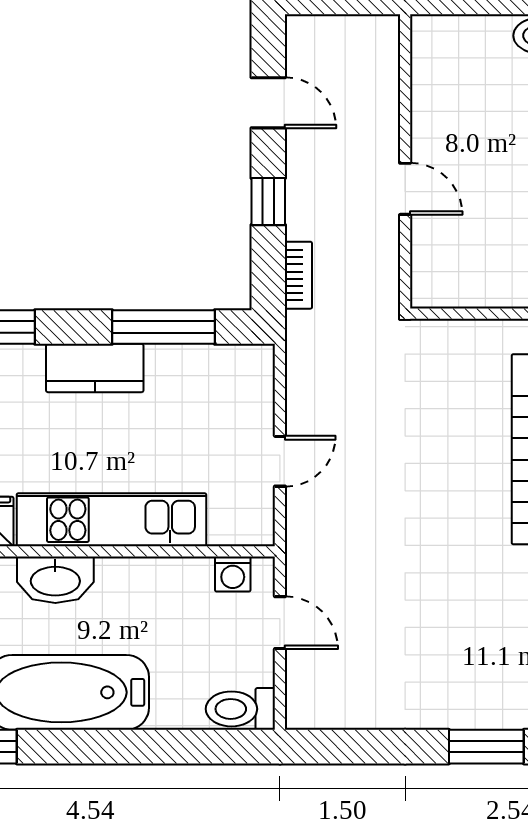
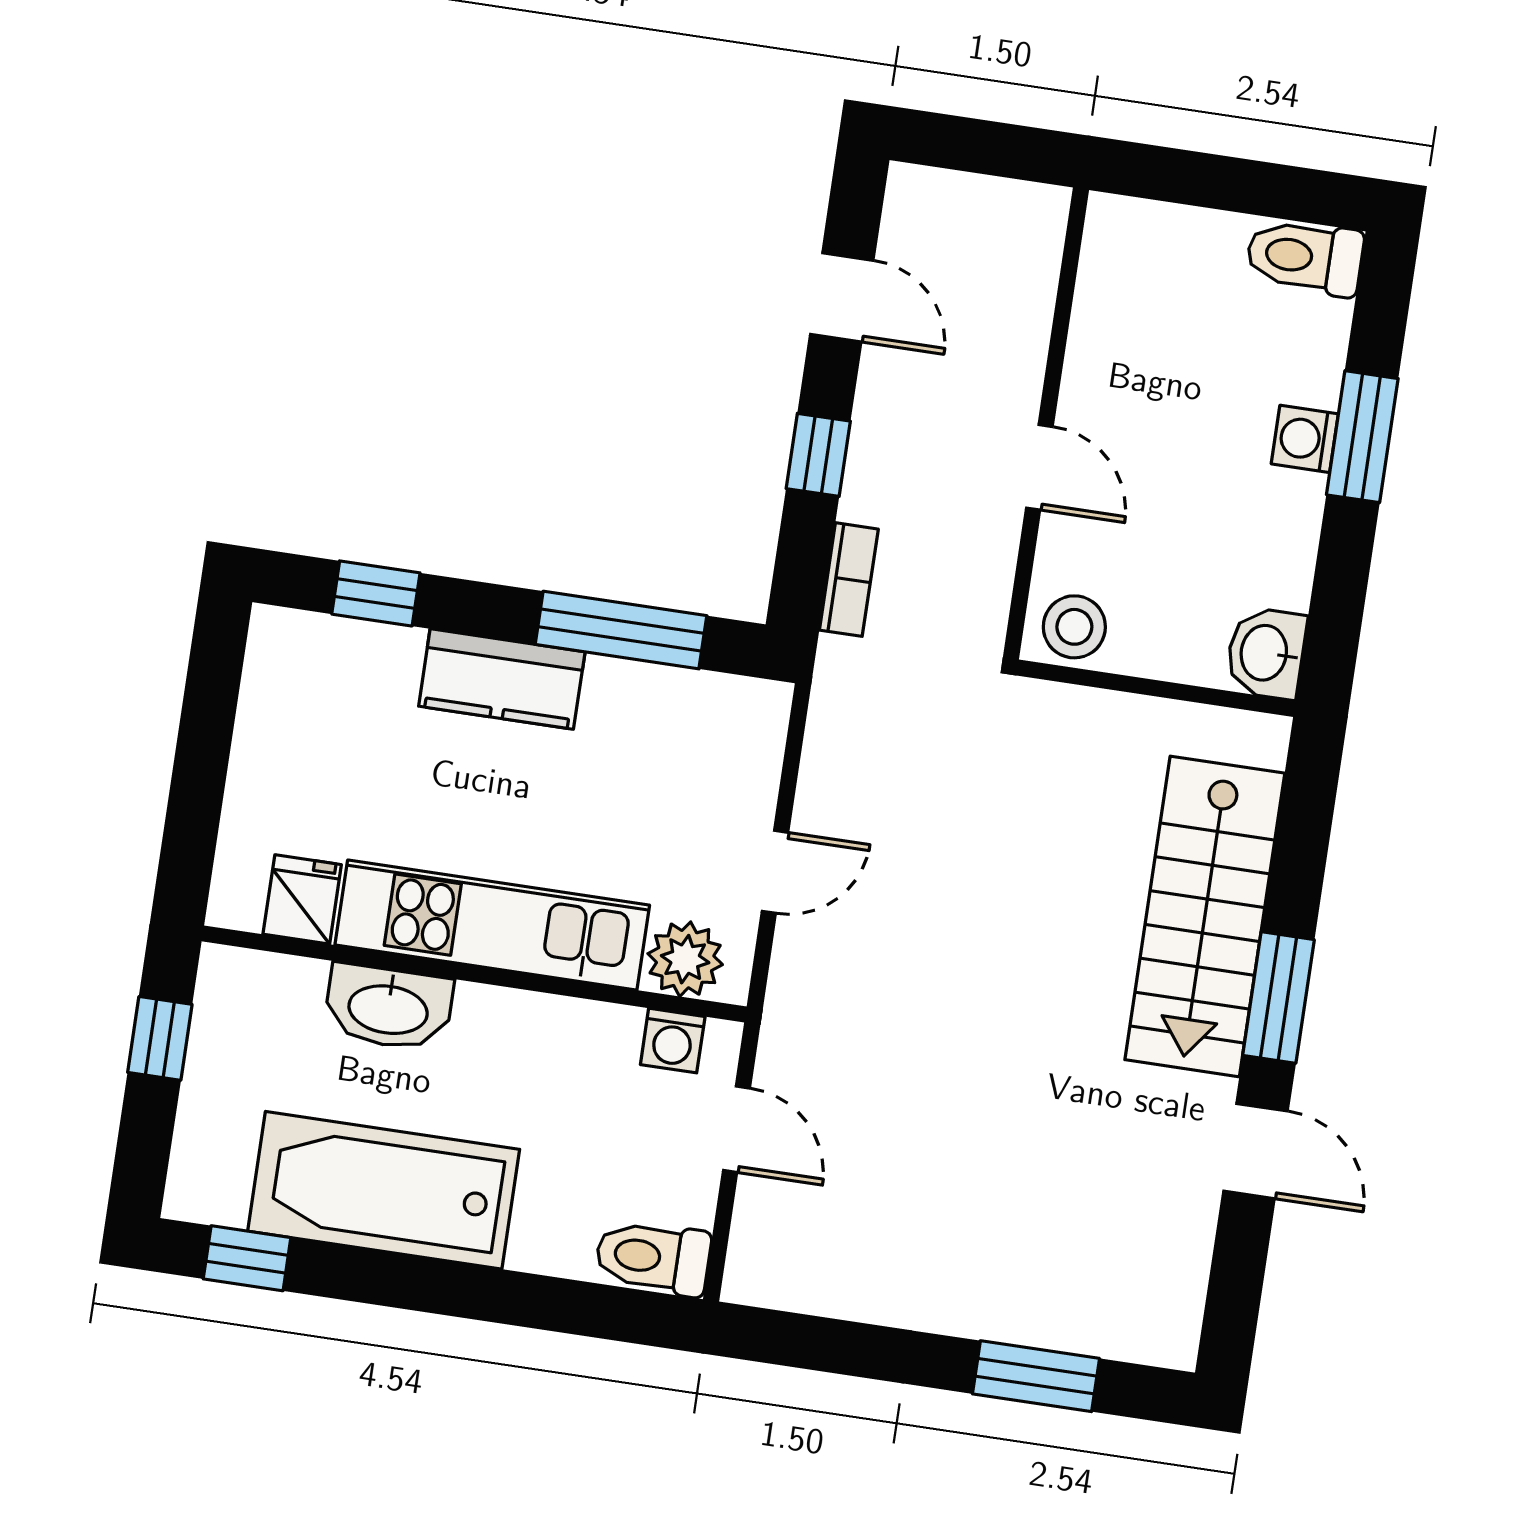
stool: (441, 284) -> (1074, 627), added
plant: (233, 523) -> (685, 959), added

